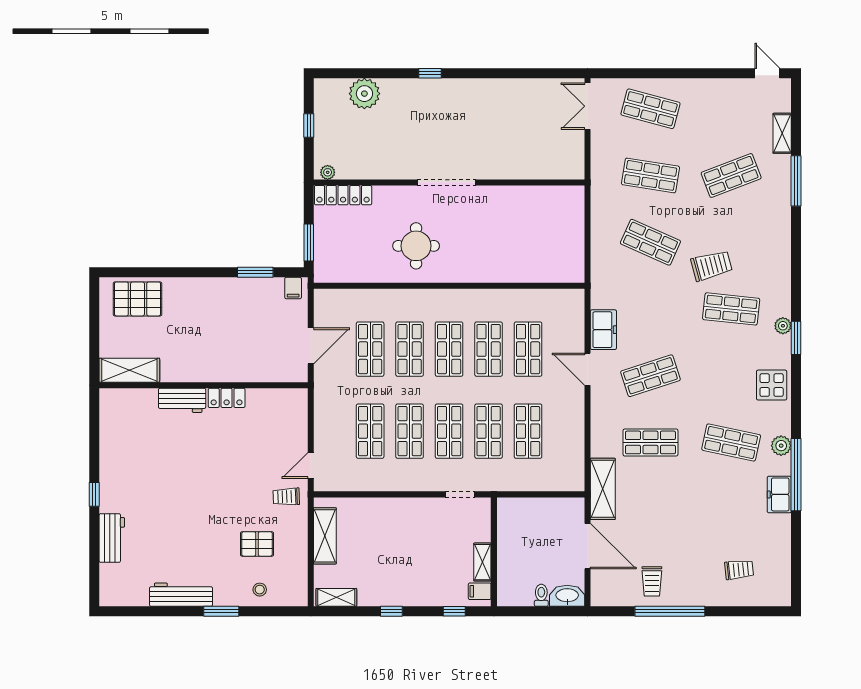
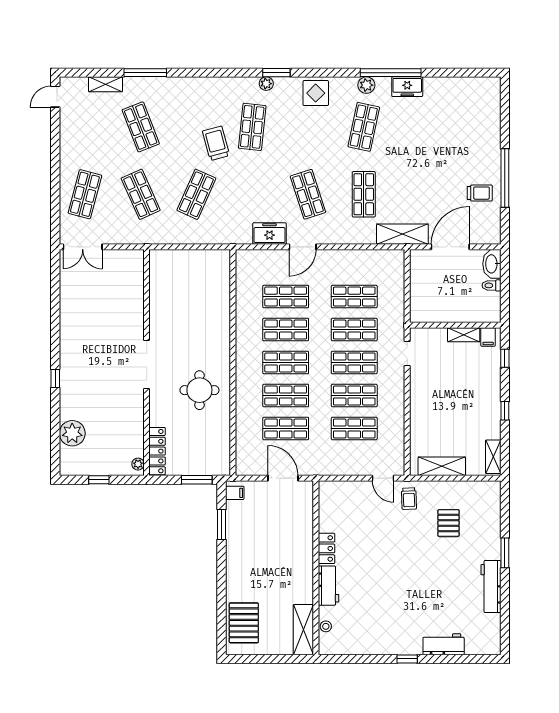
shop shelf: (650, 175) -> (141, 194), turned -33
trolley: (739, 570) -> (470, 120), removed
stool: (260, 590) -> (326, 626), moved

